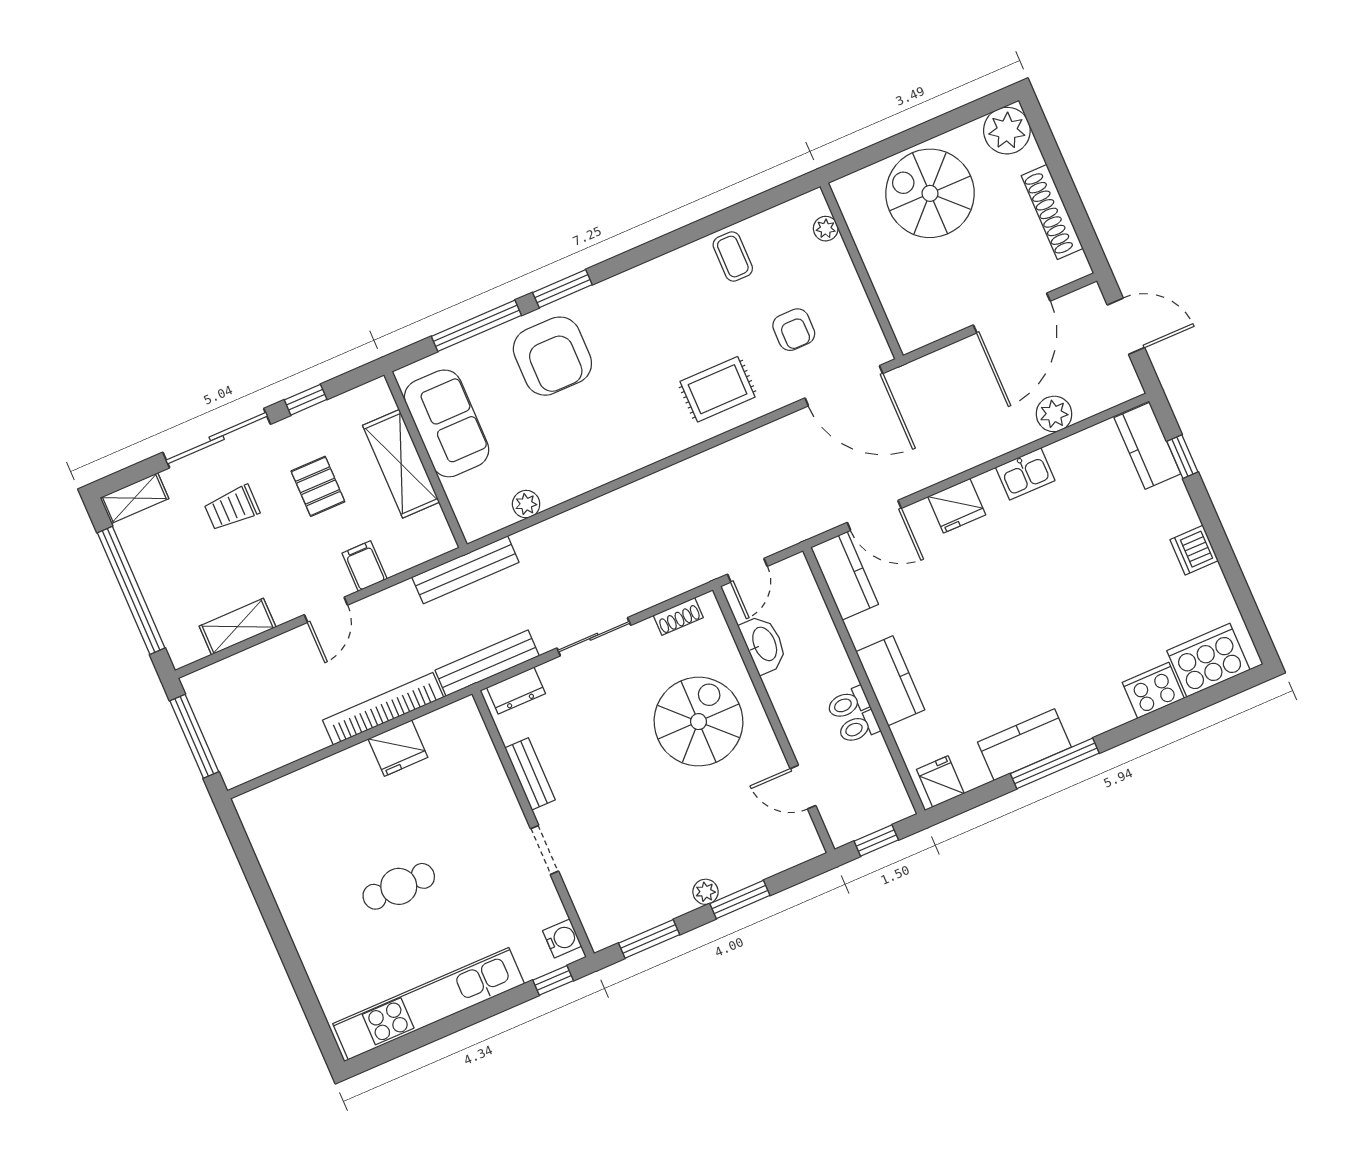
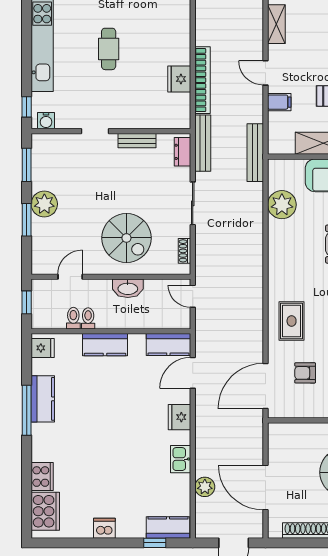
plant: (526, 504) -> (282, 205), width x1.88, depth x1.88
washbasin: (764, 644) -> (128, 288), moved
toilet: (848, 703) -> (73, 318), moved
plant: (706, 892) -> (44, 204), width x1.87, depth x1.87

